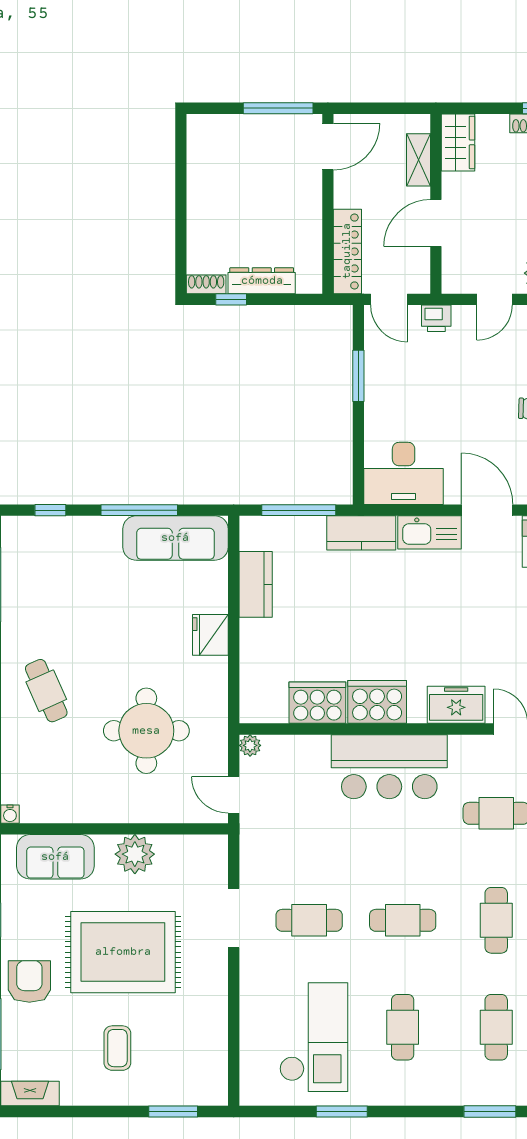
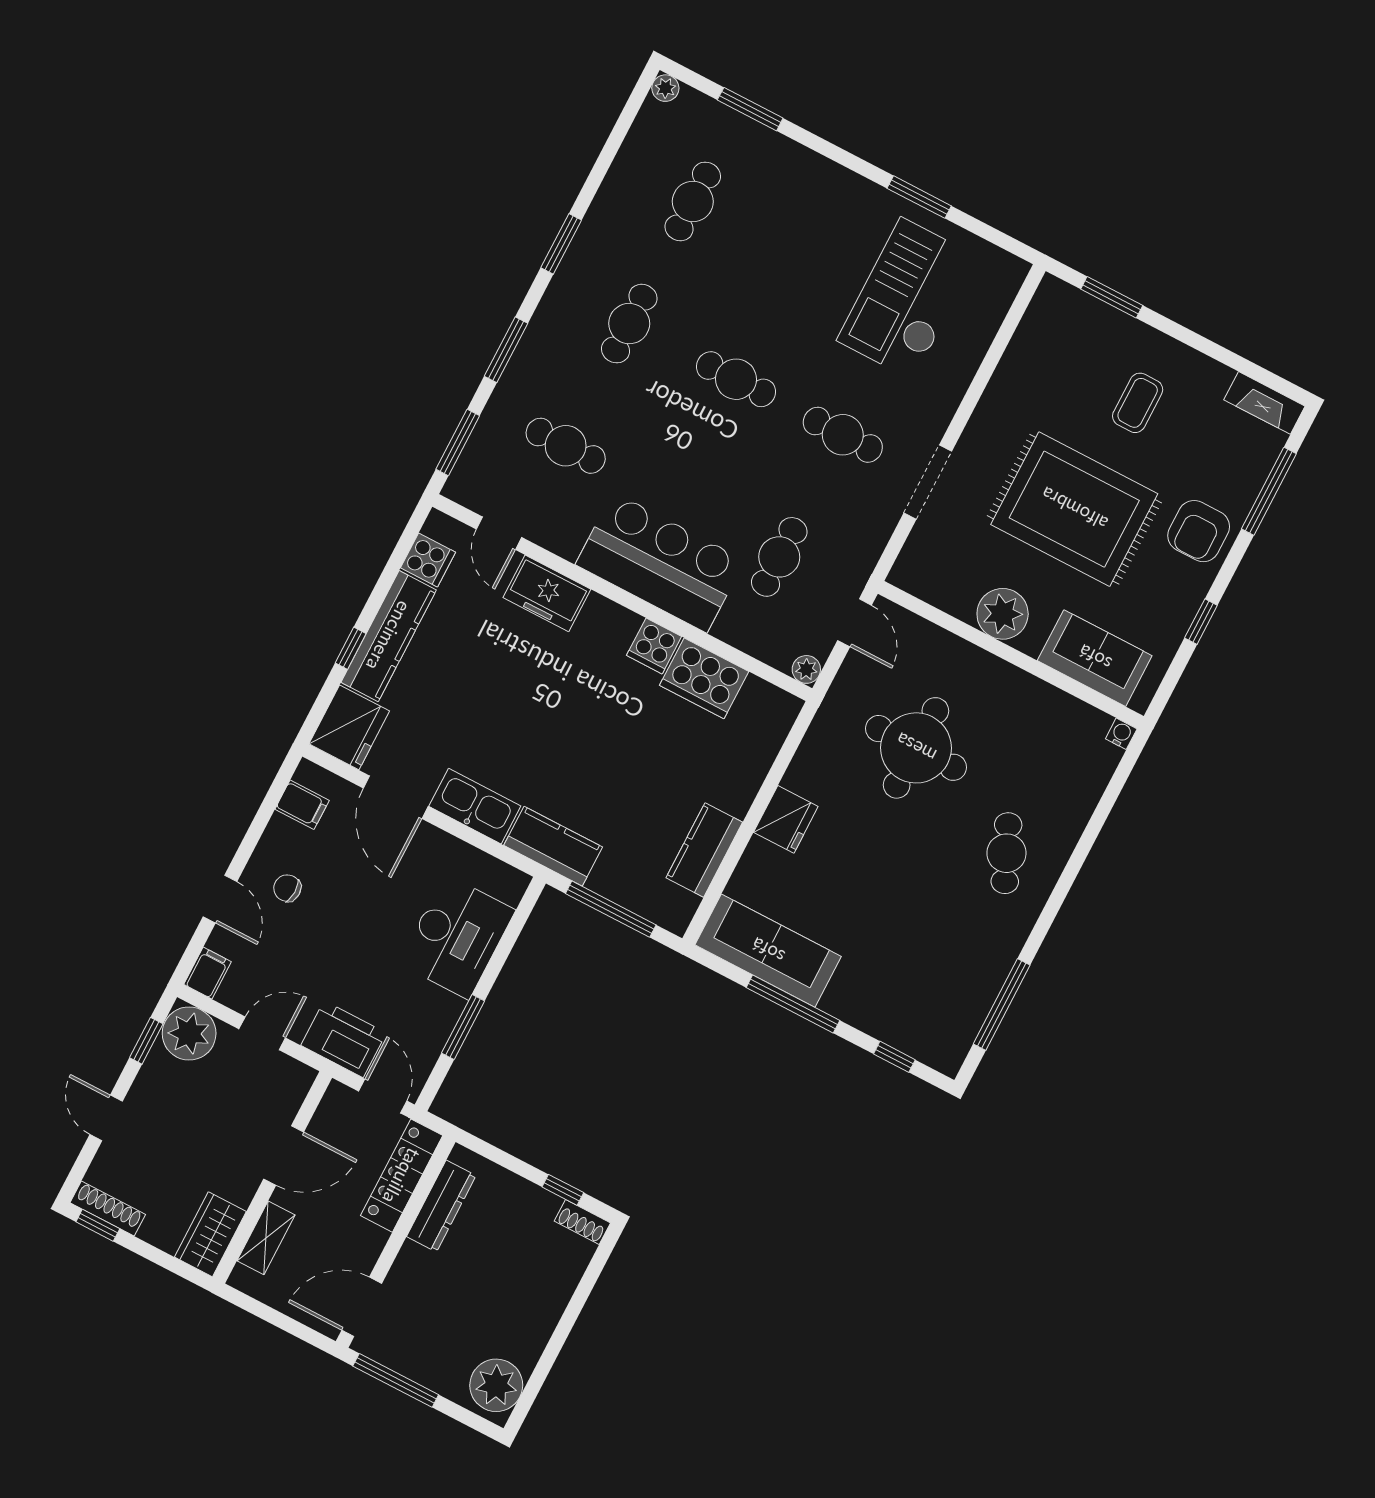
plant: (207, 141) -> (496, 1385), added
dresser: (262, 281) -> (441, 1206), moved, turned -90
printer: (436, 318) -> (344, 1039), width x1.87, depth x1.48
desk: (404, 473) -> (457, 937), moved, turned 90
cooker: (377, 702) -> (654, 646), width x0.53, depth x0.76
cafe table: (403, 1027) -> (779, 557), moved

